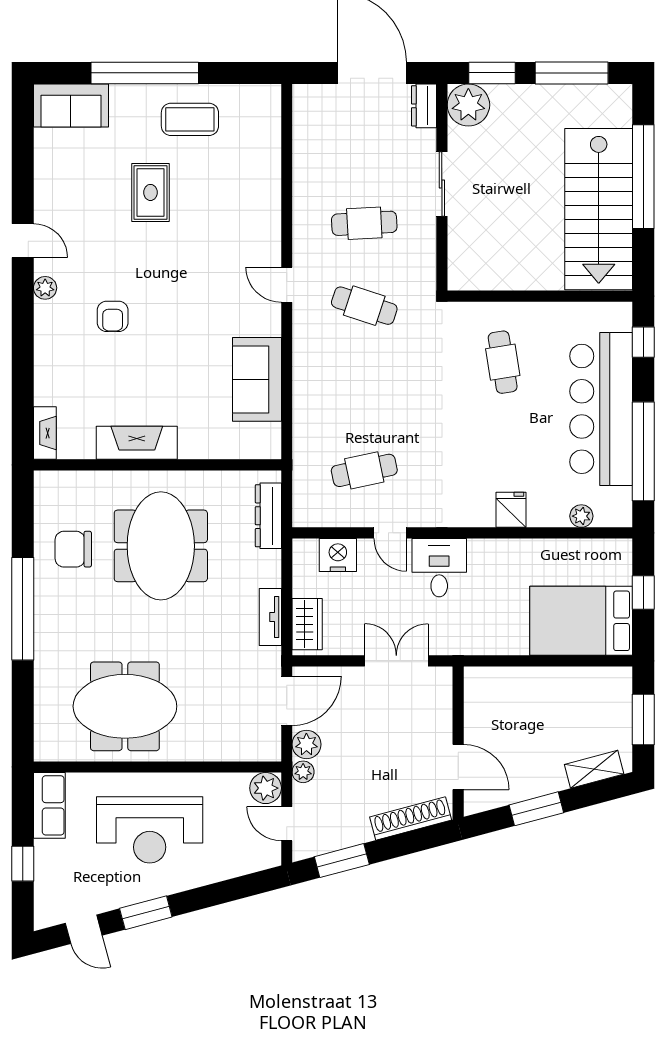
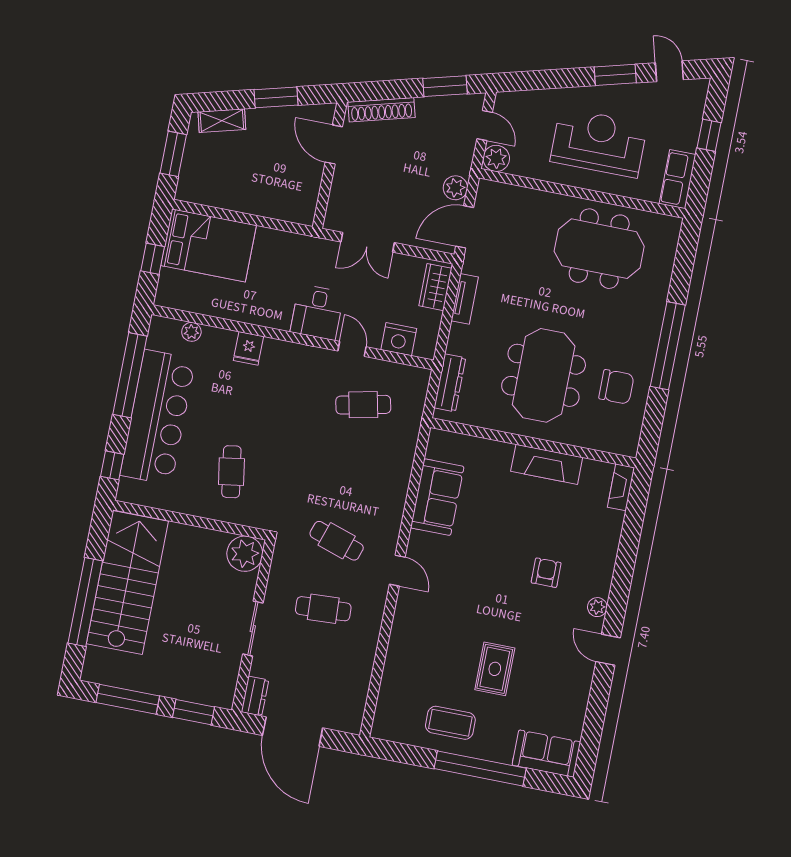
plant: (468, 105) -> (245, 554), moved
plant: (303, 772) -> (463, 166), removed

